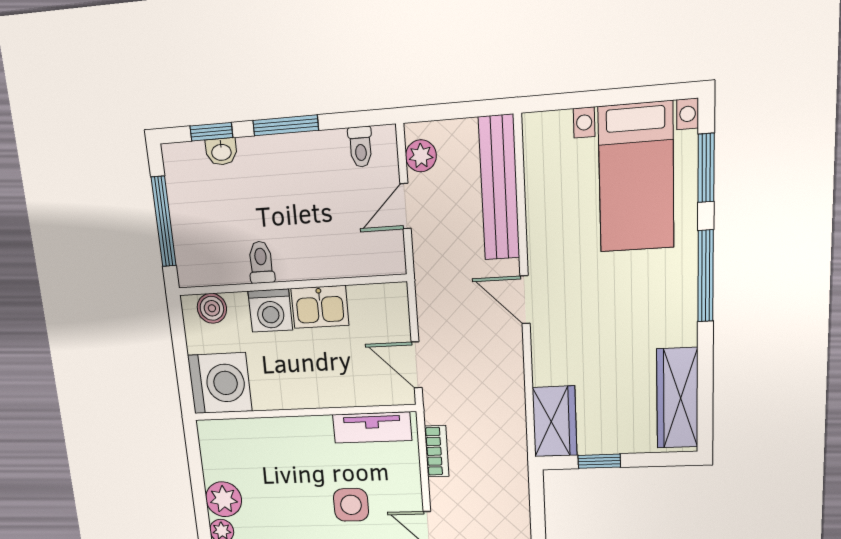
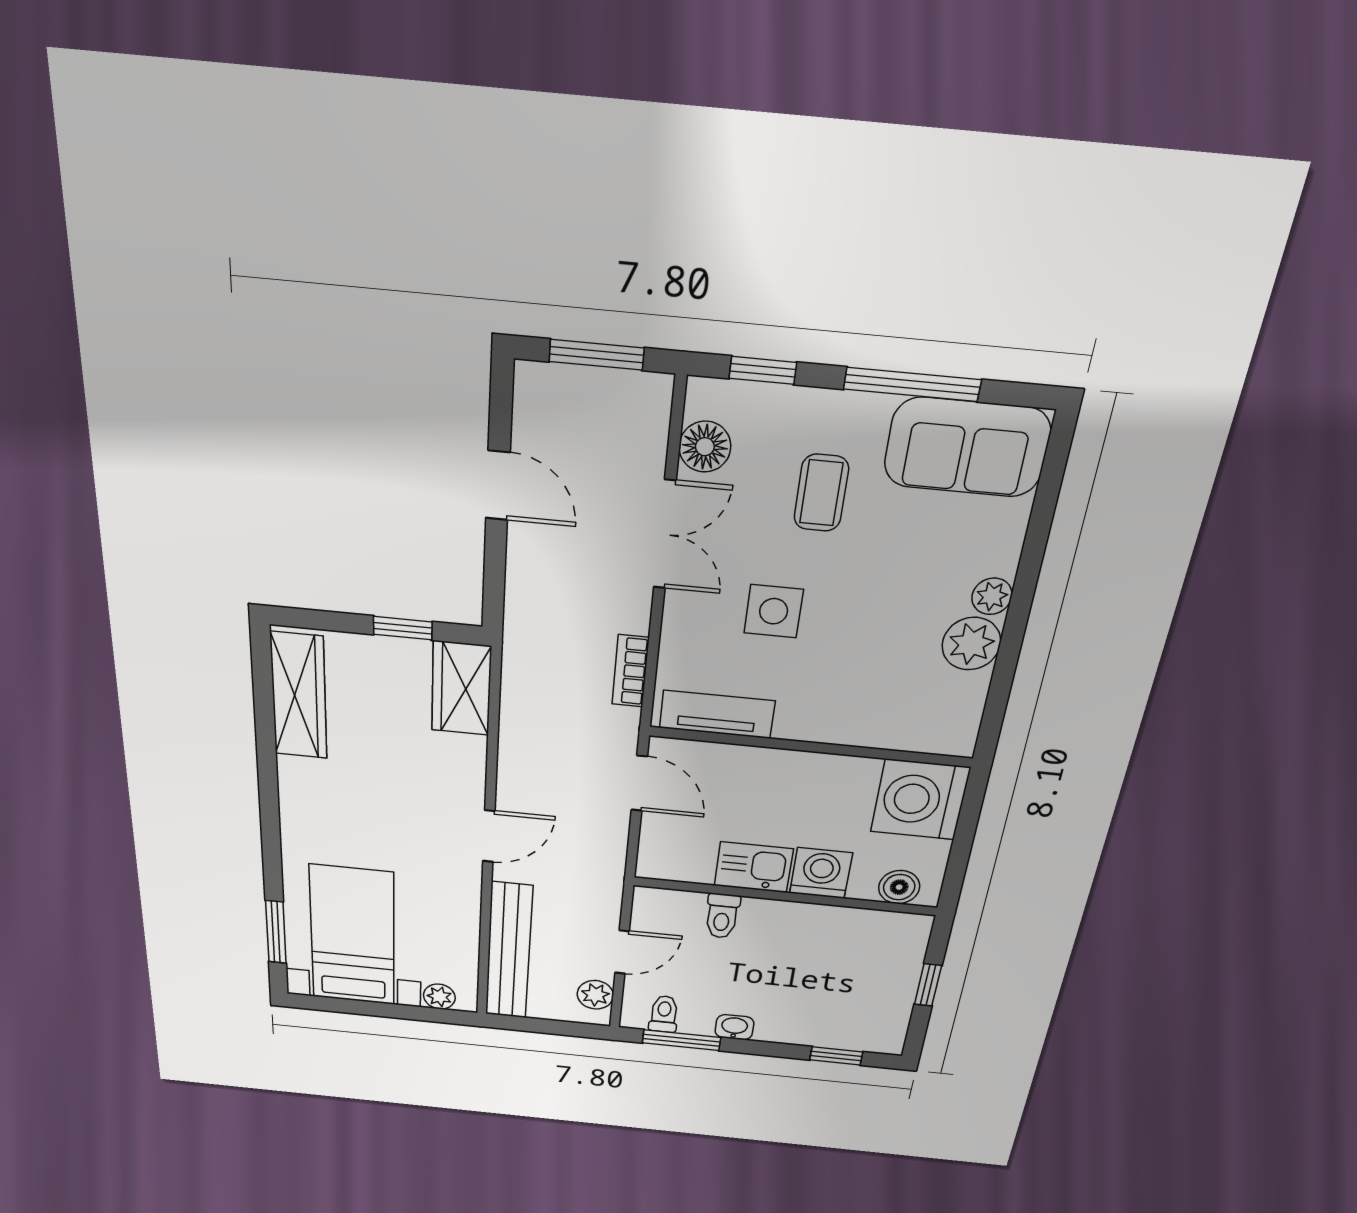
window: (286, 125) -> (681, 1040), moved
plant: (556, 125) -> (439, 997), added
washbasin: (221, 152) -> (734, 1027), moved
window: (164, 222) -> (928, 985), width x0.46
toilet: (261, 262) -> (722, 916), moved
window: (706, 276) -> (270, 829), removed
door: (525, 300) -> (489, 836), hinge flipped

